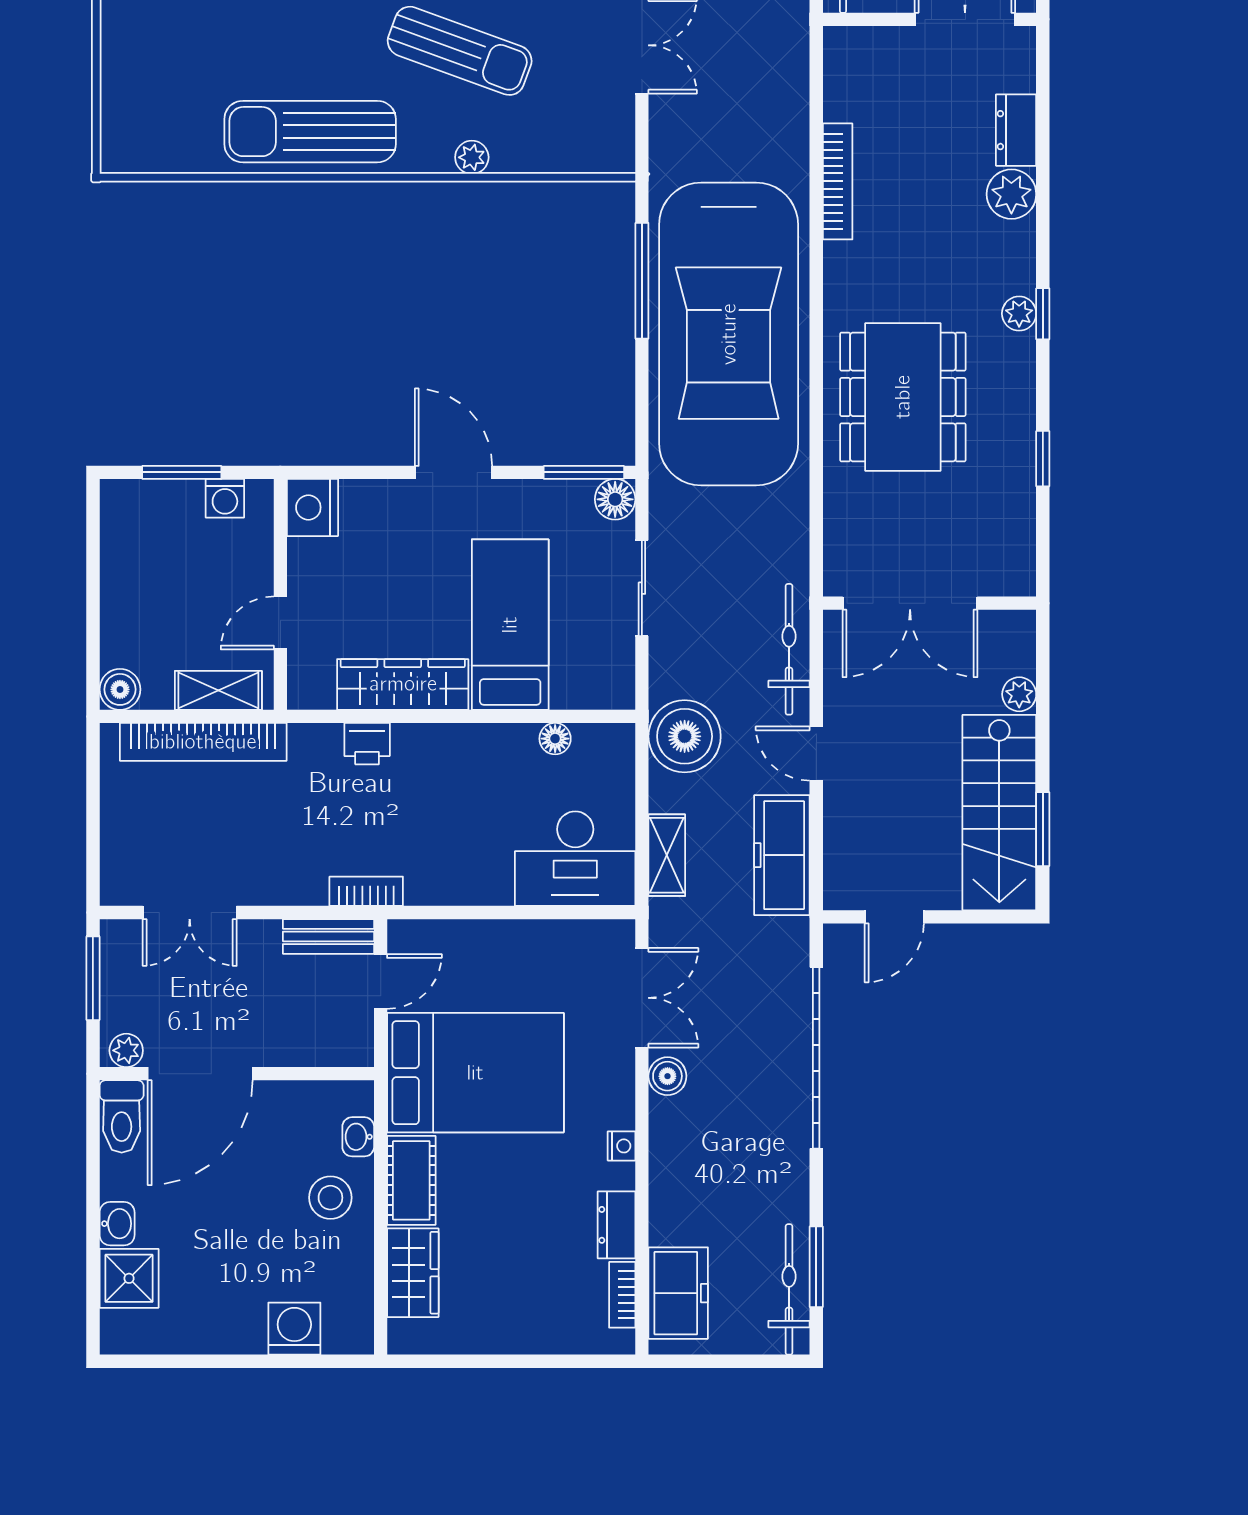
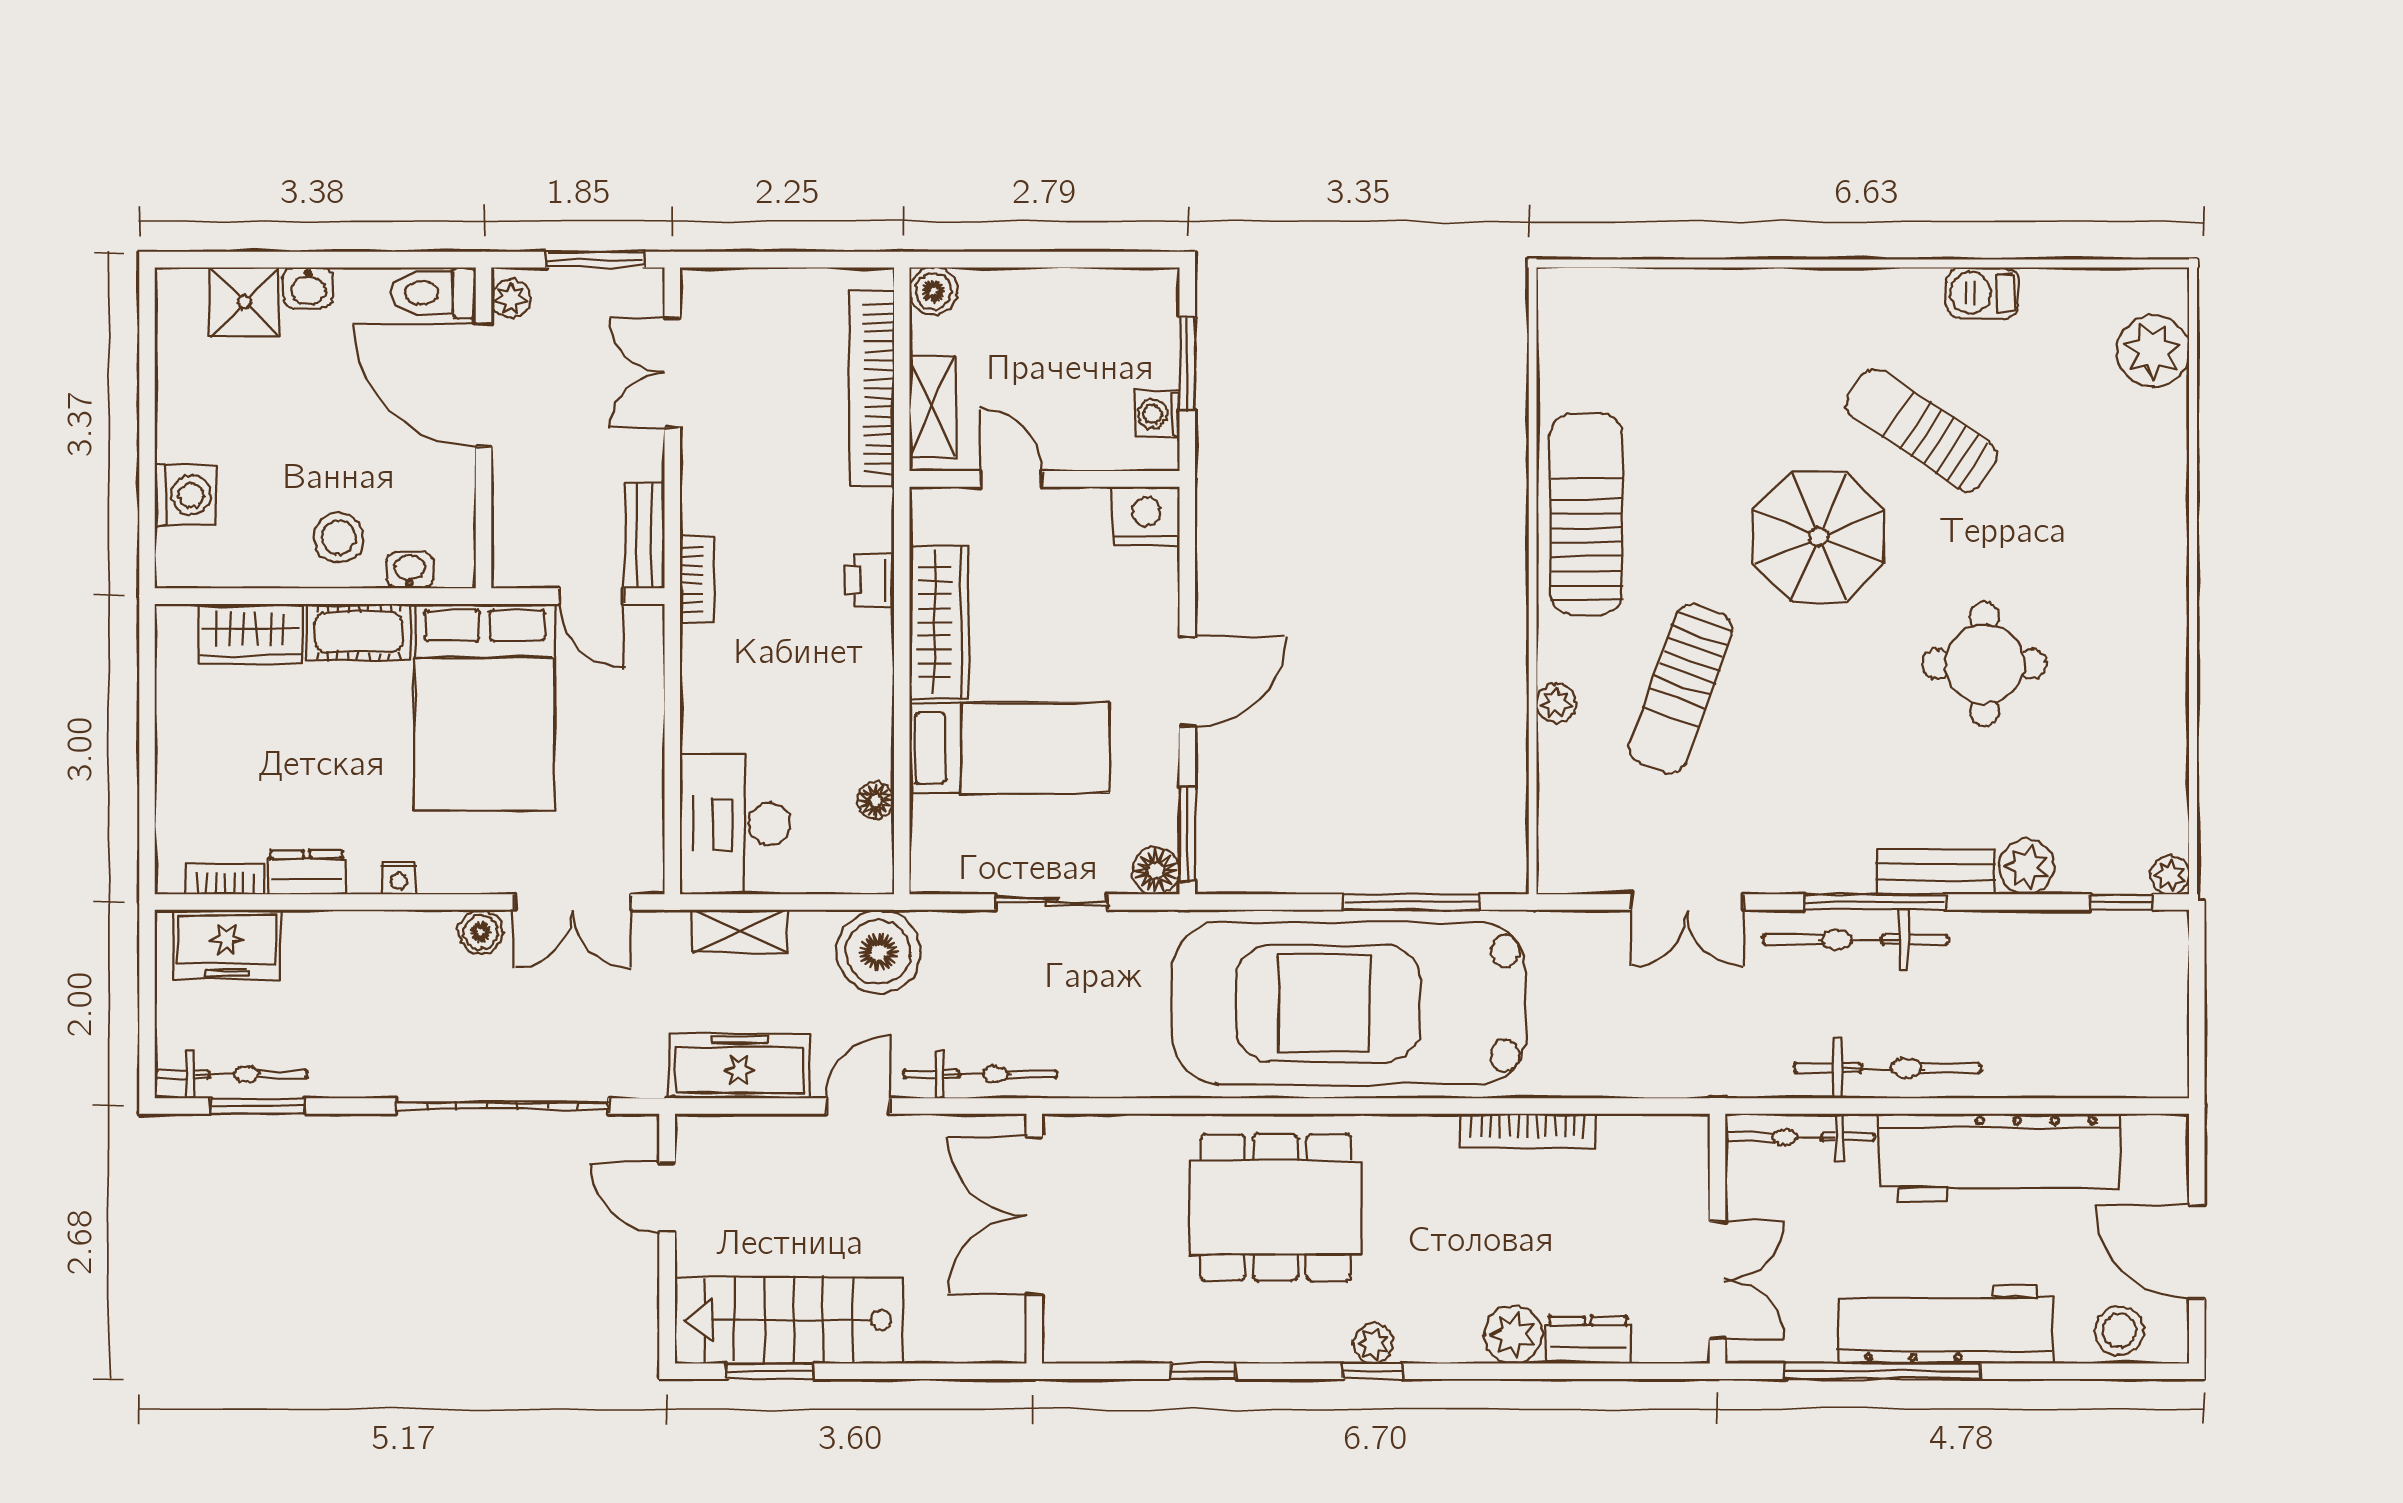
plant: (1019, 694) -> (928, 1344), removed

